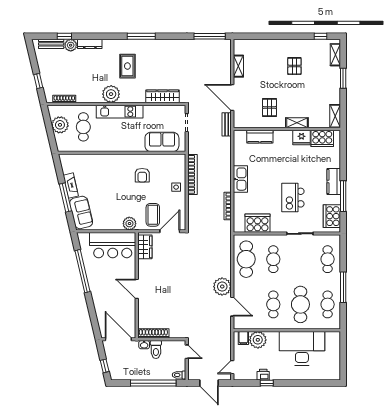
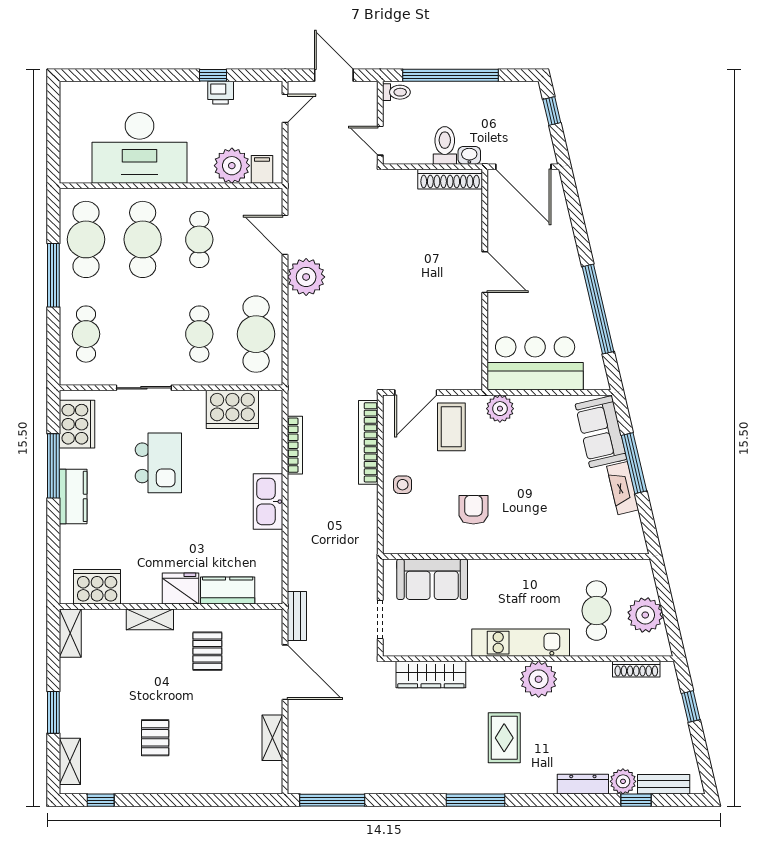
fridge: (301, 137) -> (181, 588), moved
bookcase: (193, 174) -> (368, 442), moved
wardrobe: (145, 247) -> (468, 360), removed
cafe table: (328, 304) -> (86, 239), width x1.37, depth x1.35

